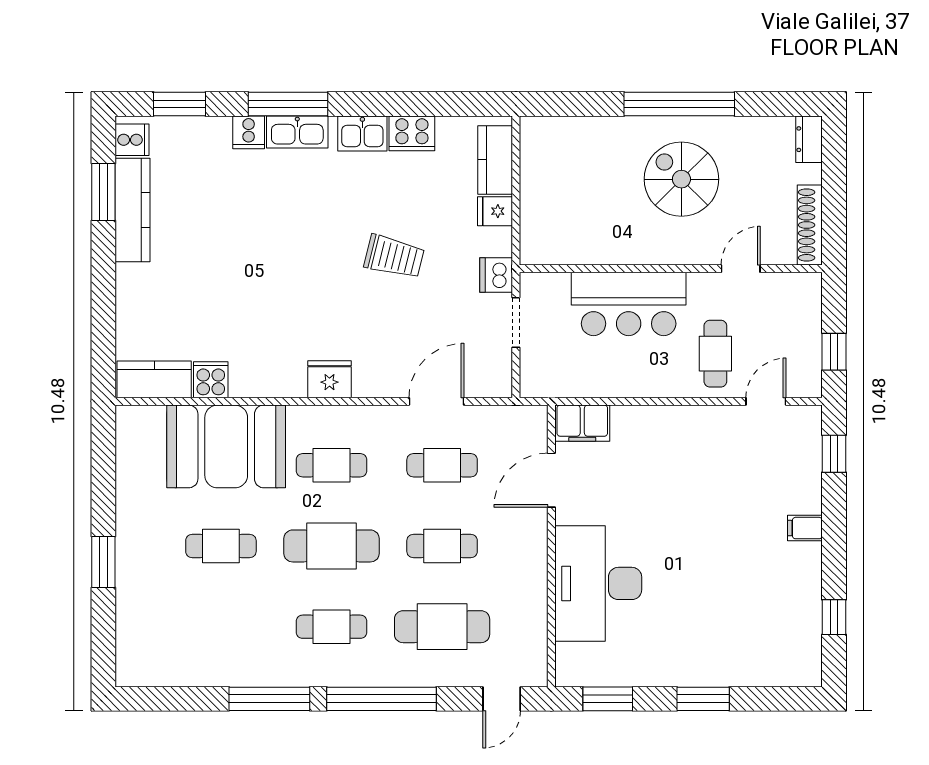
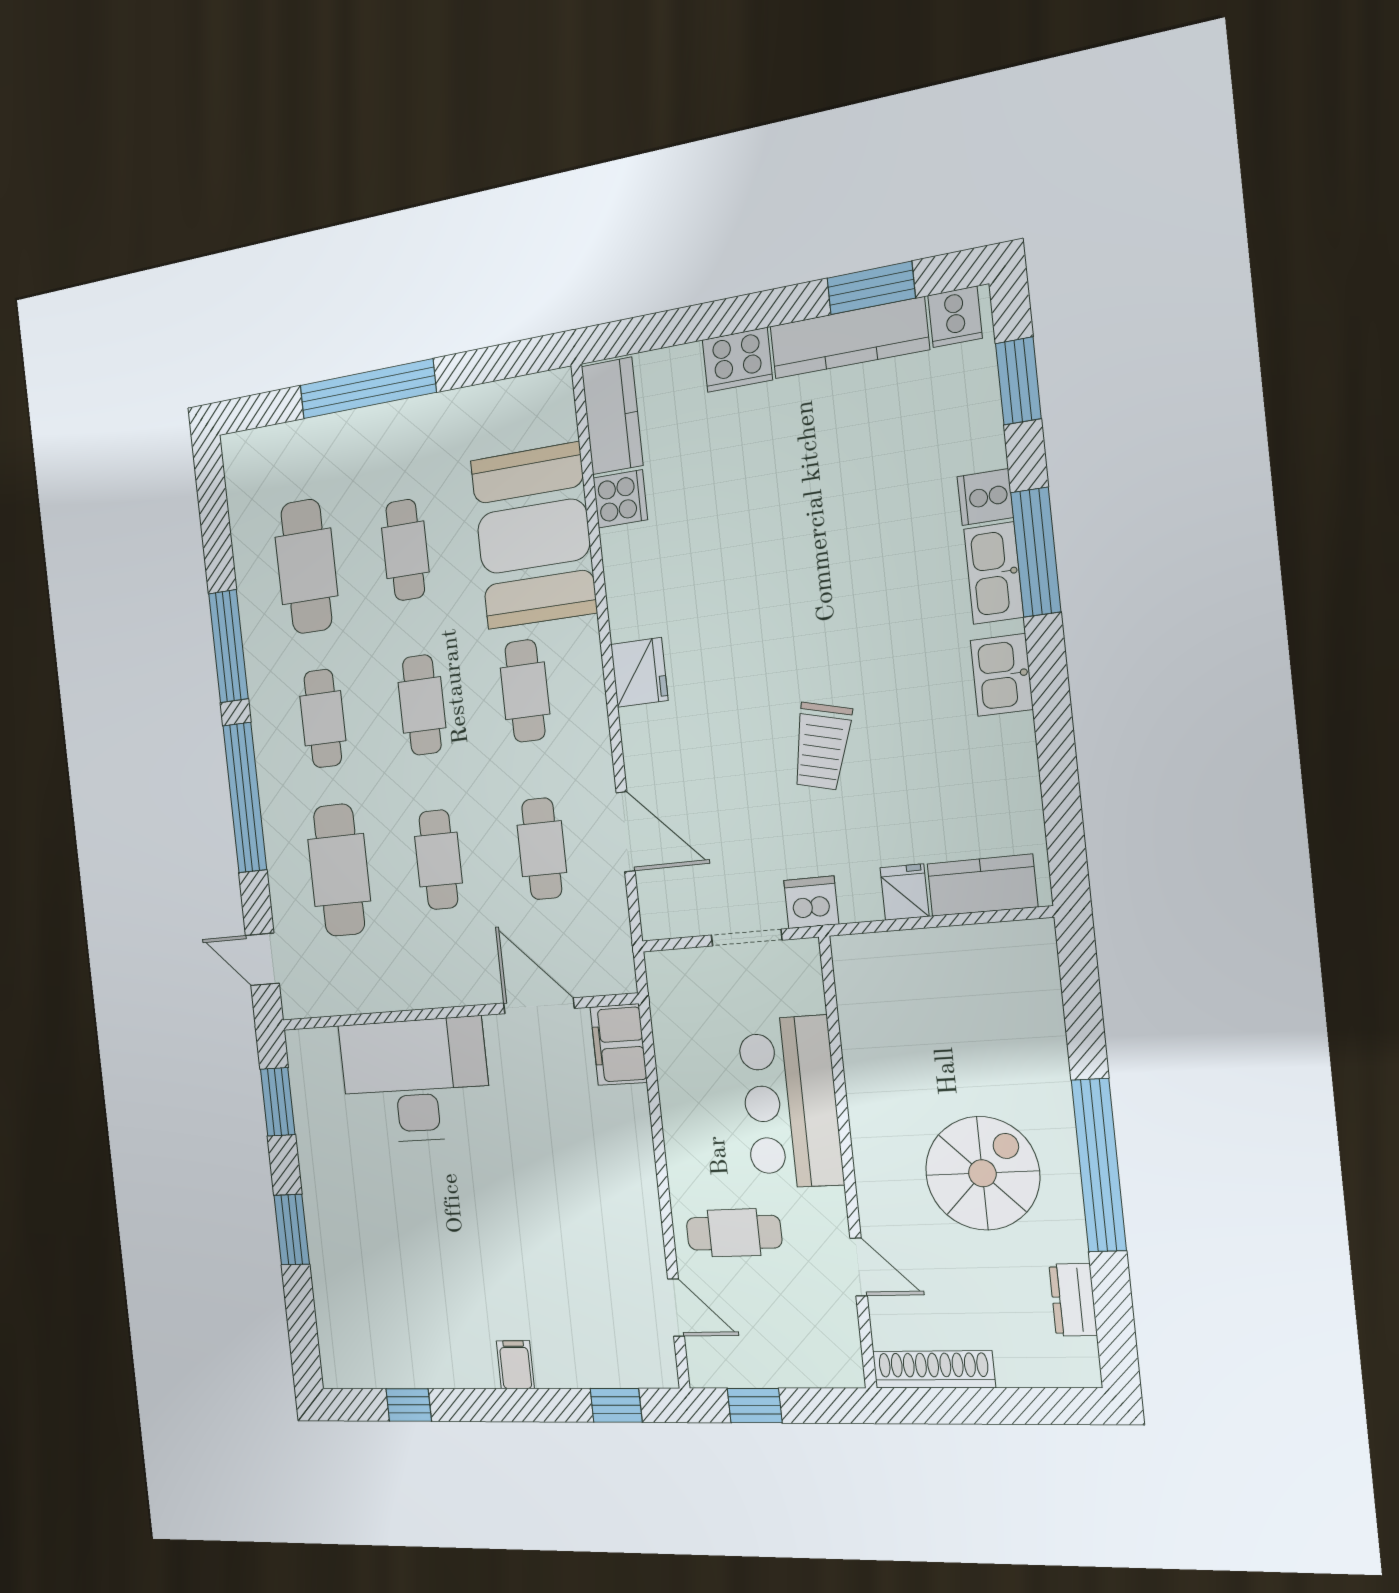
cooker: (412, 133) -> (737, 360), moved, turned -90
dresser: (809, 139) -> (1073, 1300), moved, turned -90
cafe table: (332, 546) -> (422, 705), width x0.73, depth x0.74
window: (103, 562) -> (368, 389), width x2.11
cafe table: (221, 627) -> (306, 566), added

